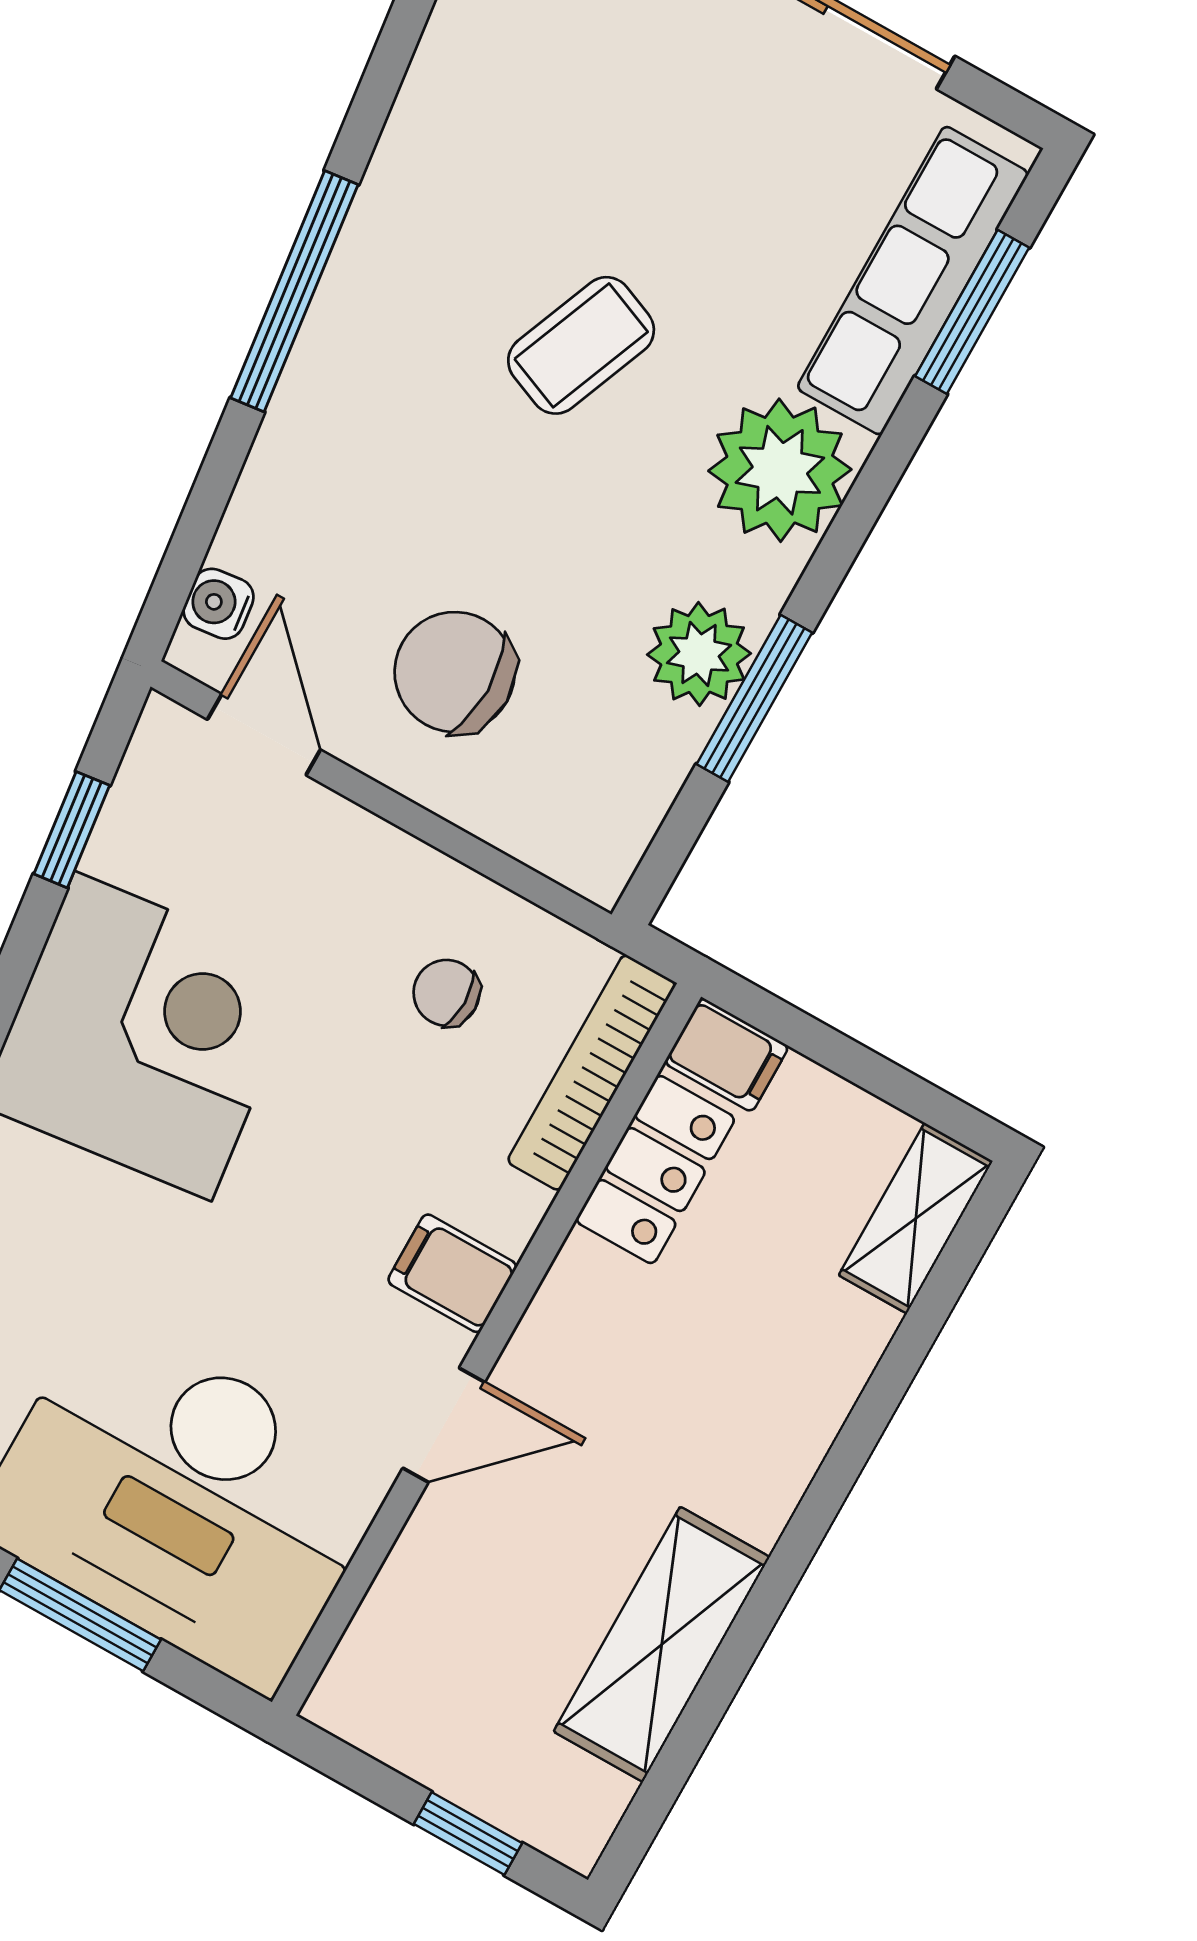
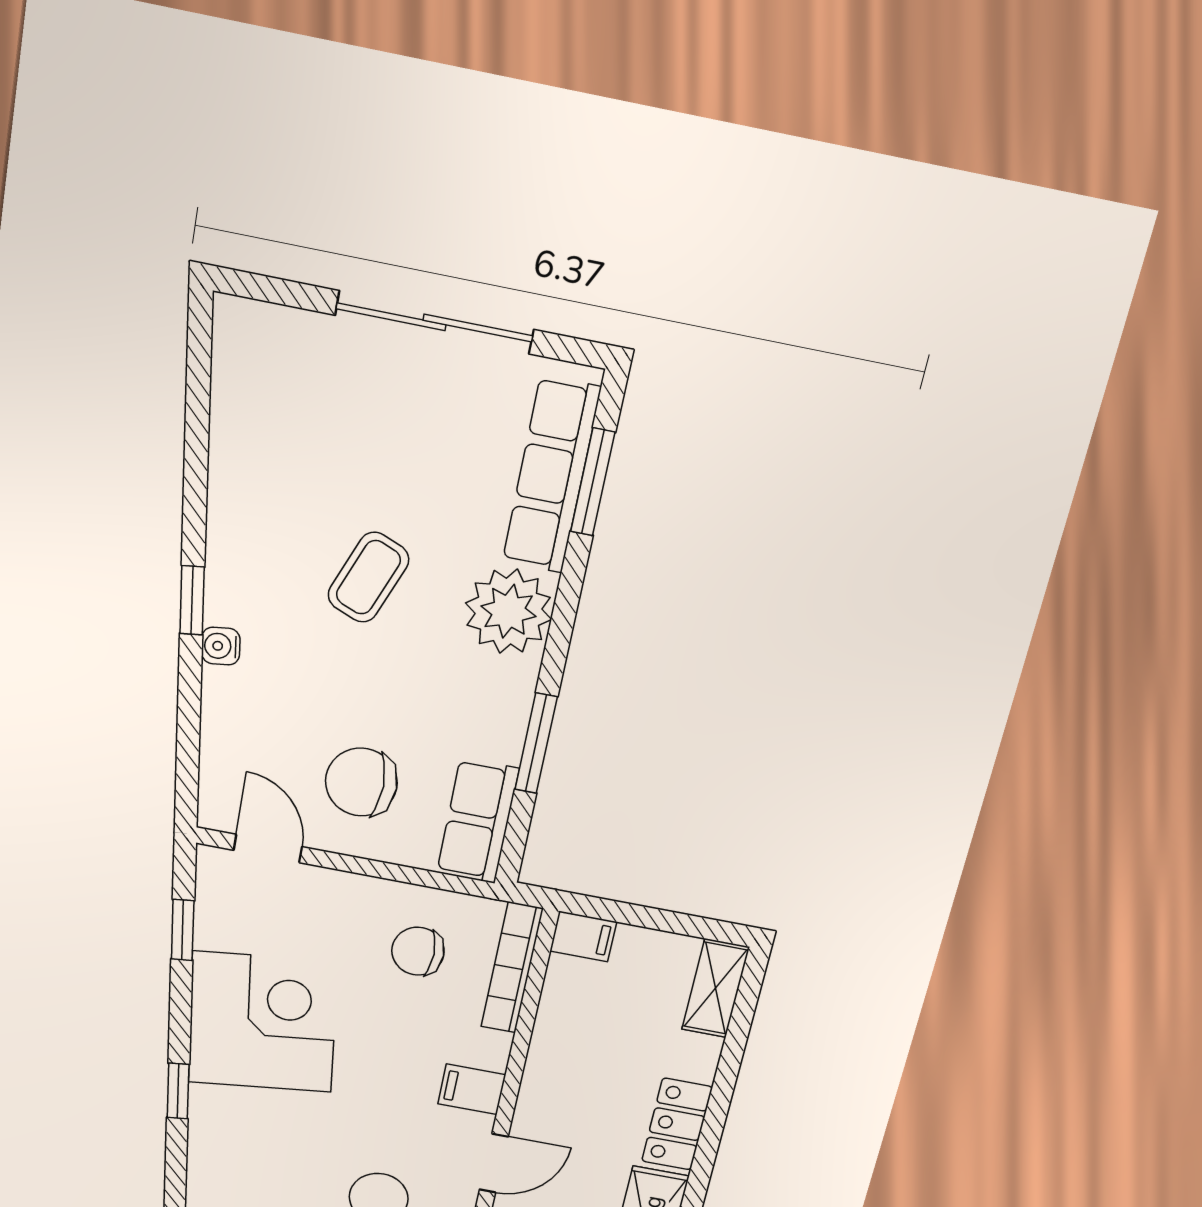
window: (294, 291) -> (192, 600), width x0.46
water cooler: (219, 604) -> (221, 646), moved
plant: (699, 654) -> (496, 729), removed
row of seats: (619, 798) -> (478, 821), added
chair: (446, 993) -> (418, 951), width x1.37, depth x1.37
locker: (655, 1170) -> (677, 1124), moved, turned 180

